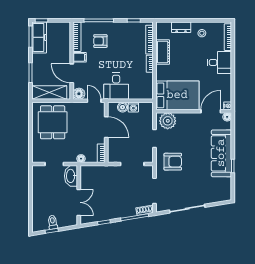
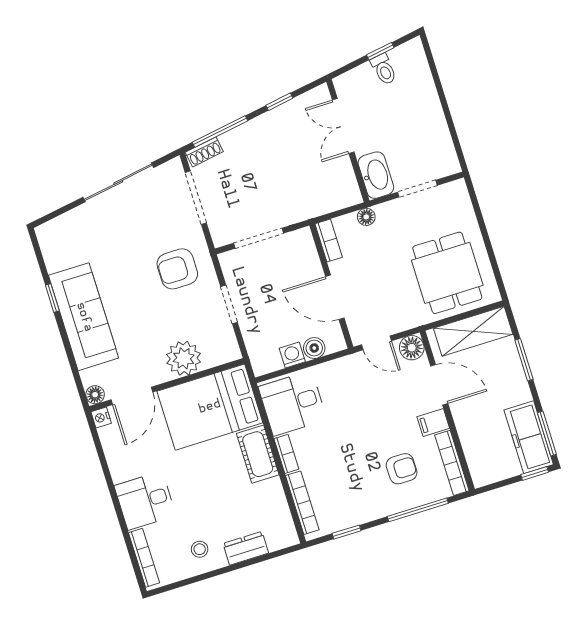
cot: (163, 52) -> (258, 454), moved
desk: (116, 86) -> (293, 403), moved, turned -90
plant: (168, 121) -> (184, 358), moved

